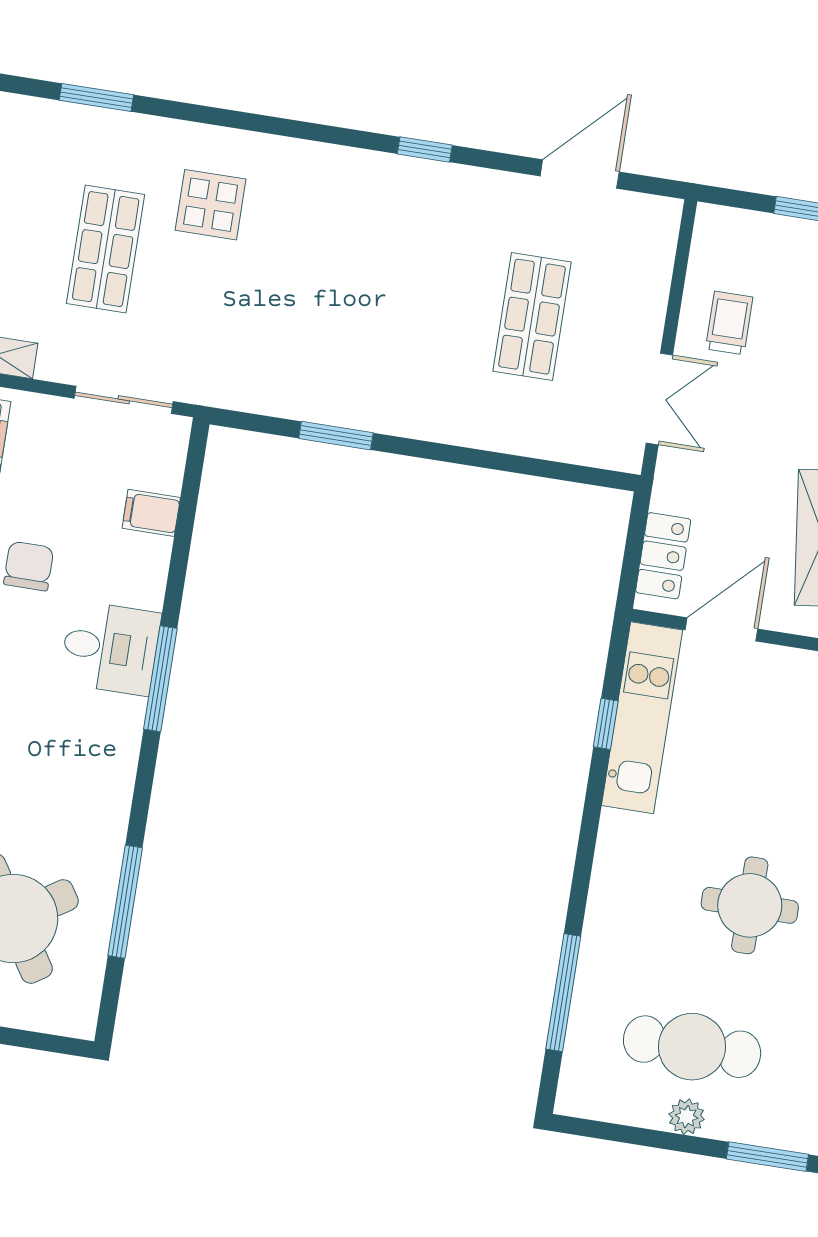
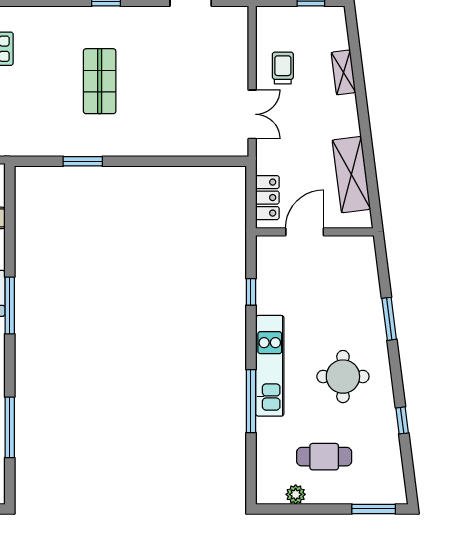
shop shelf: (532, 317) -> (100, 81), moved
kitchen unit: (642, 718) -> (270, 366), moved
window: (563, 993) -> (251, 401), moved
cafe table: (692, 1047) -> (324, 457), width x0.73, depth x0.74
plant: (687, 1117) -> (296, 494), moved

